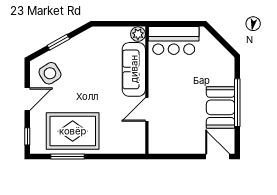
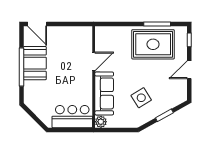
side table: (50, 73) -> (141, 98), moved

